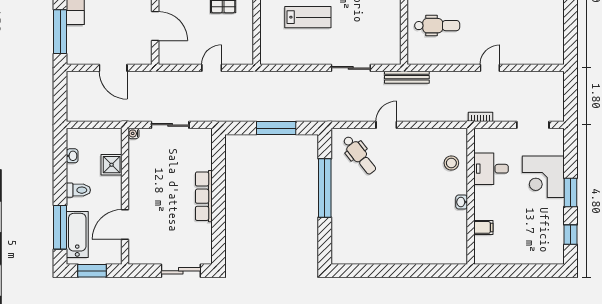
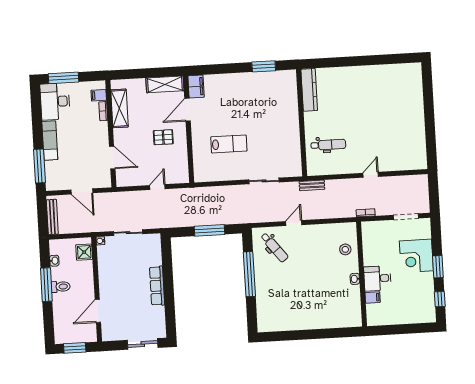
bench: (407, 77) -> (312, 185), width x0.73
bench: (73, 99) -> (52, 217), added
shower: (112, 165) -> (84, 252), moved
desk: (491, 169) -> (377, 278), moved
window: (60, 227) -> (46, 285), moved
bathtub: (77, 234) -> (62, 321), removed

